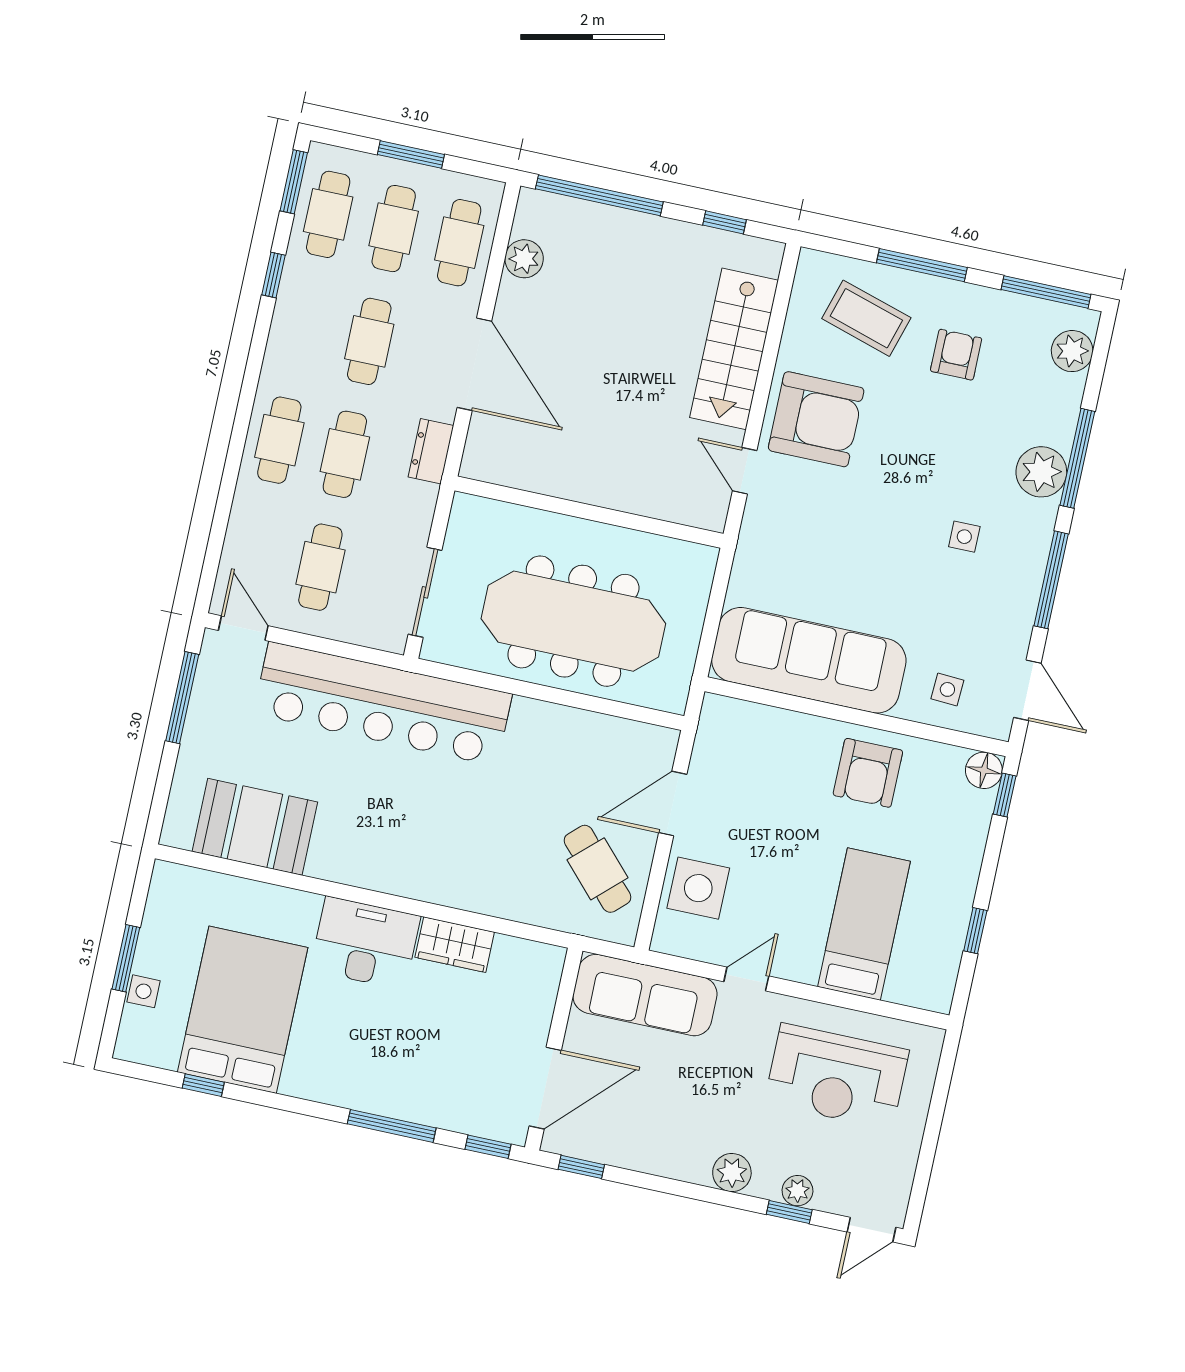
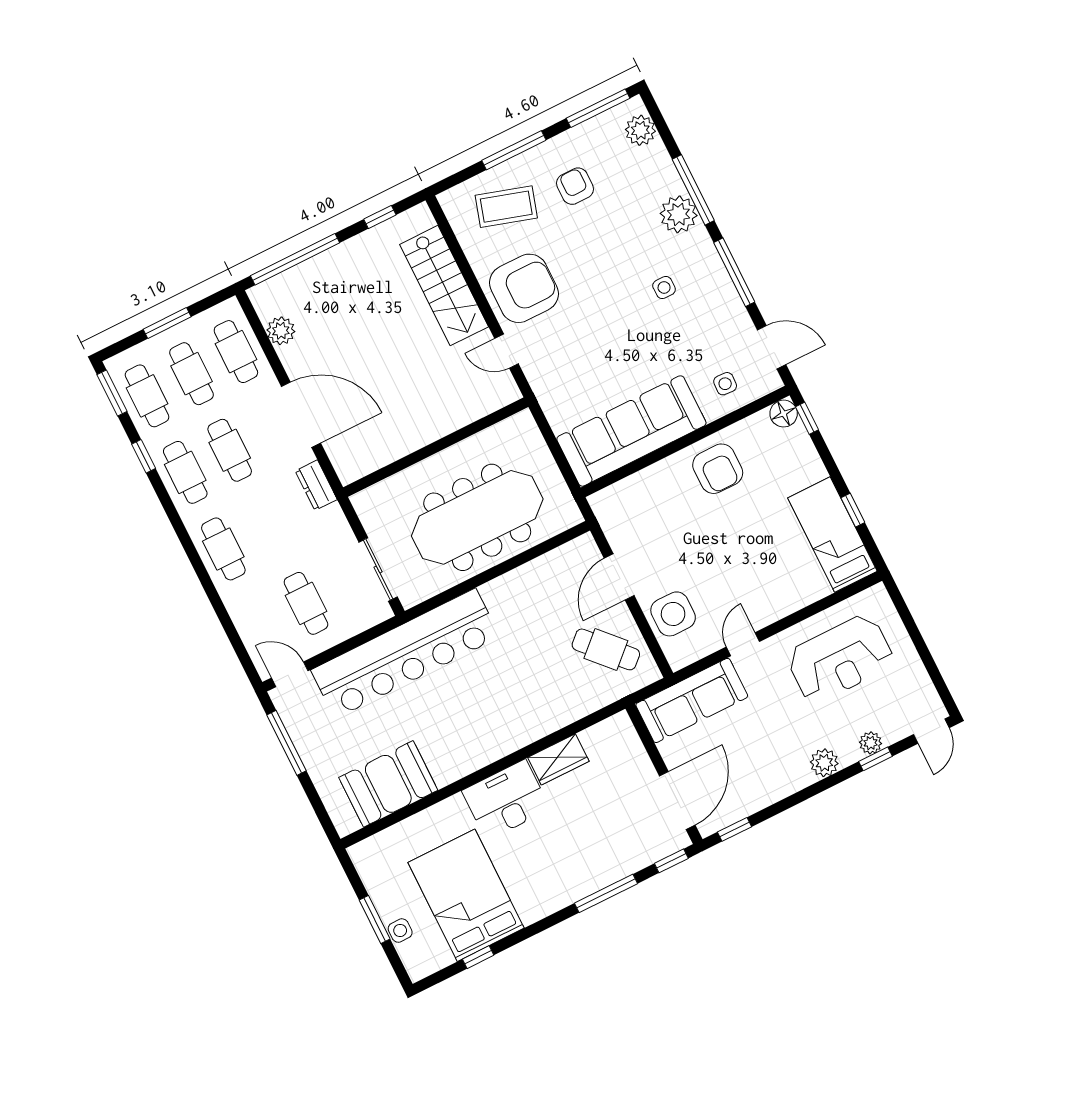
cafe table: (345, 454) -> (185, 472), moved
bed: (864, 924) -> (832, 535), moved

